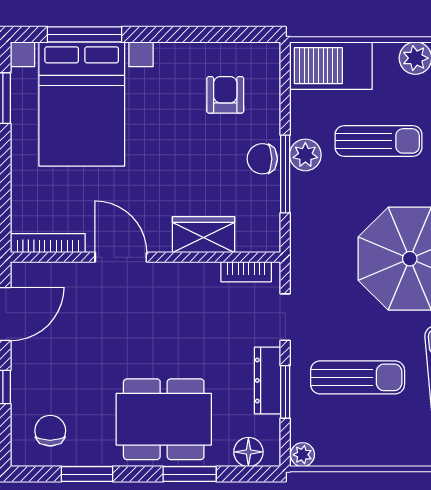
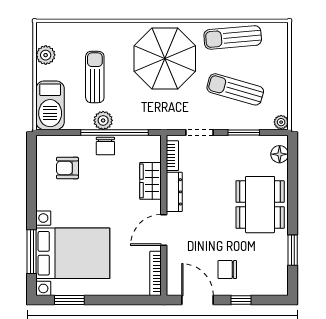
window: (285, 174) -> (114, 132), width x1.46
sun lounger: (358, 377) -> (235, 89), turned -74
dresser: (268, 380) -> (174, 192), moved, turned -90
chair: (50, 431) -> (227, 270), moved
window: (190, 474) -> (293, 189), removed

